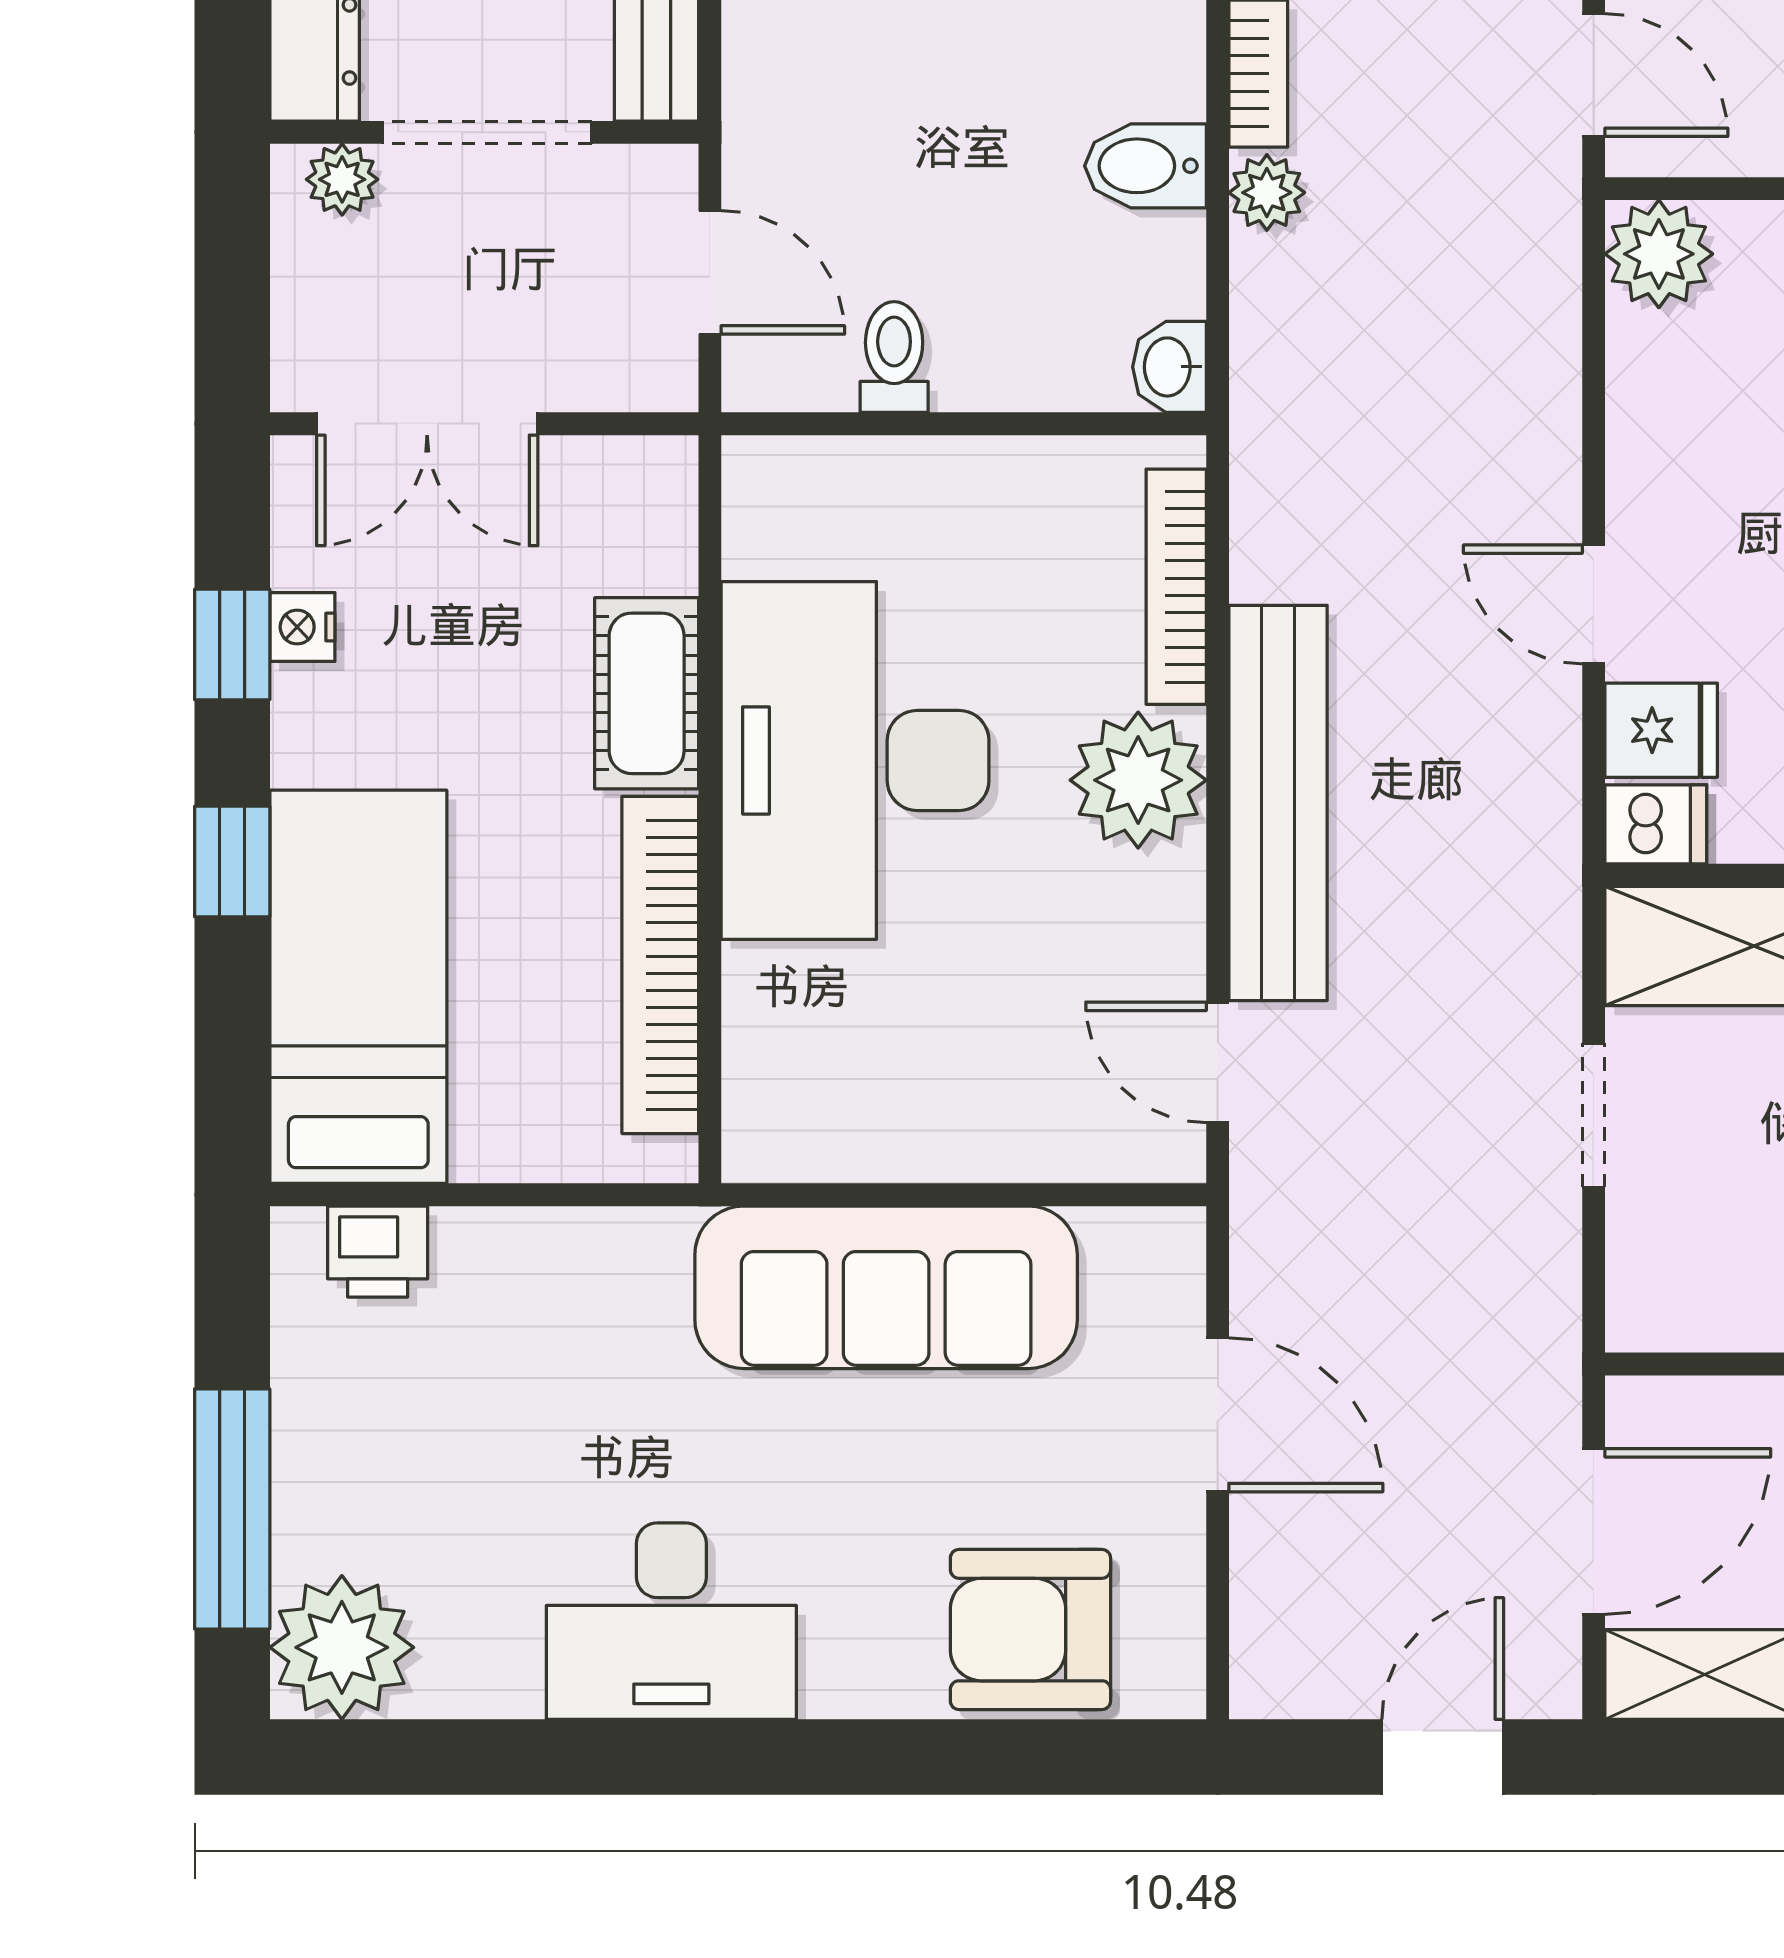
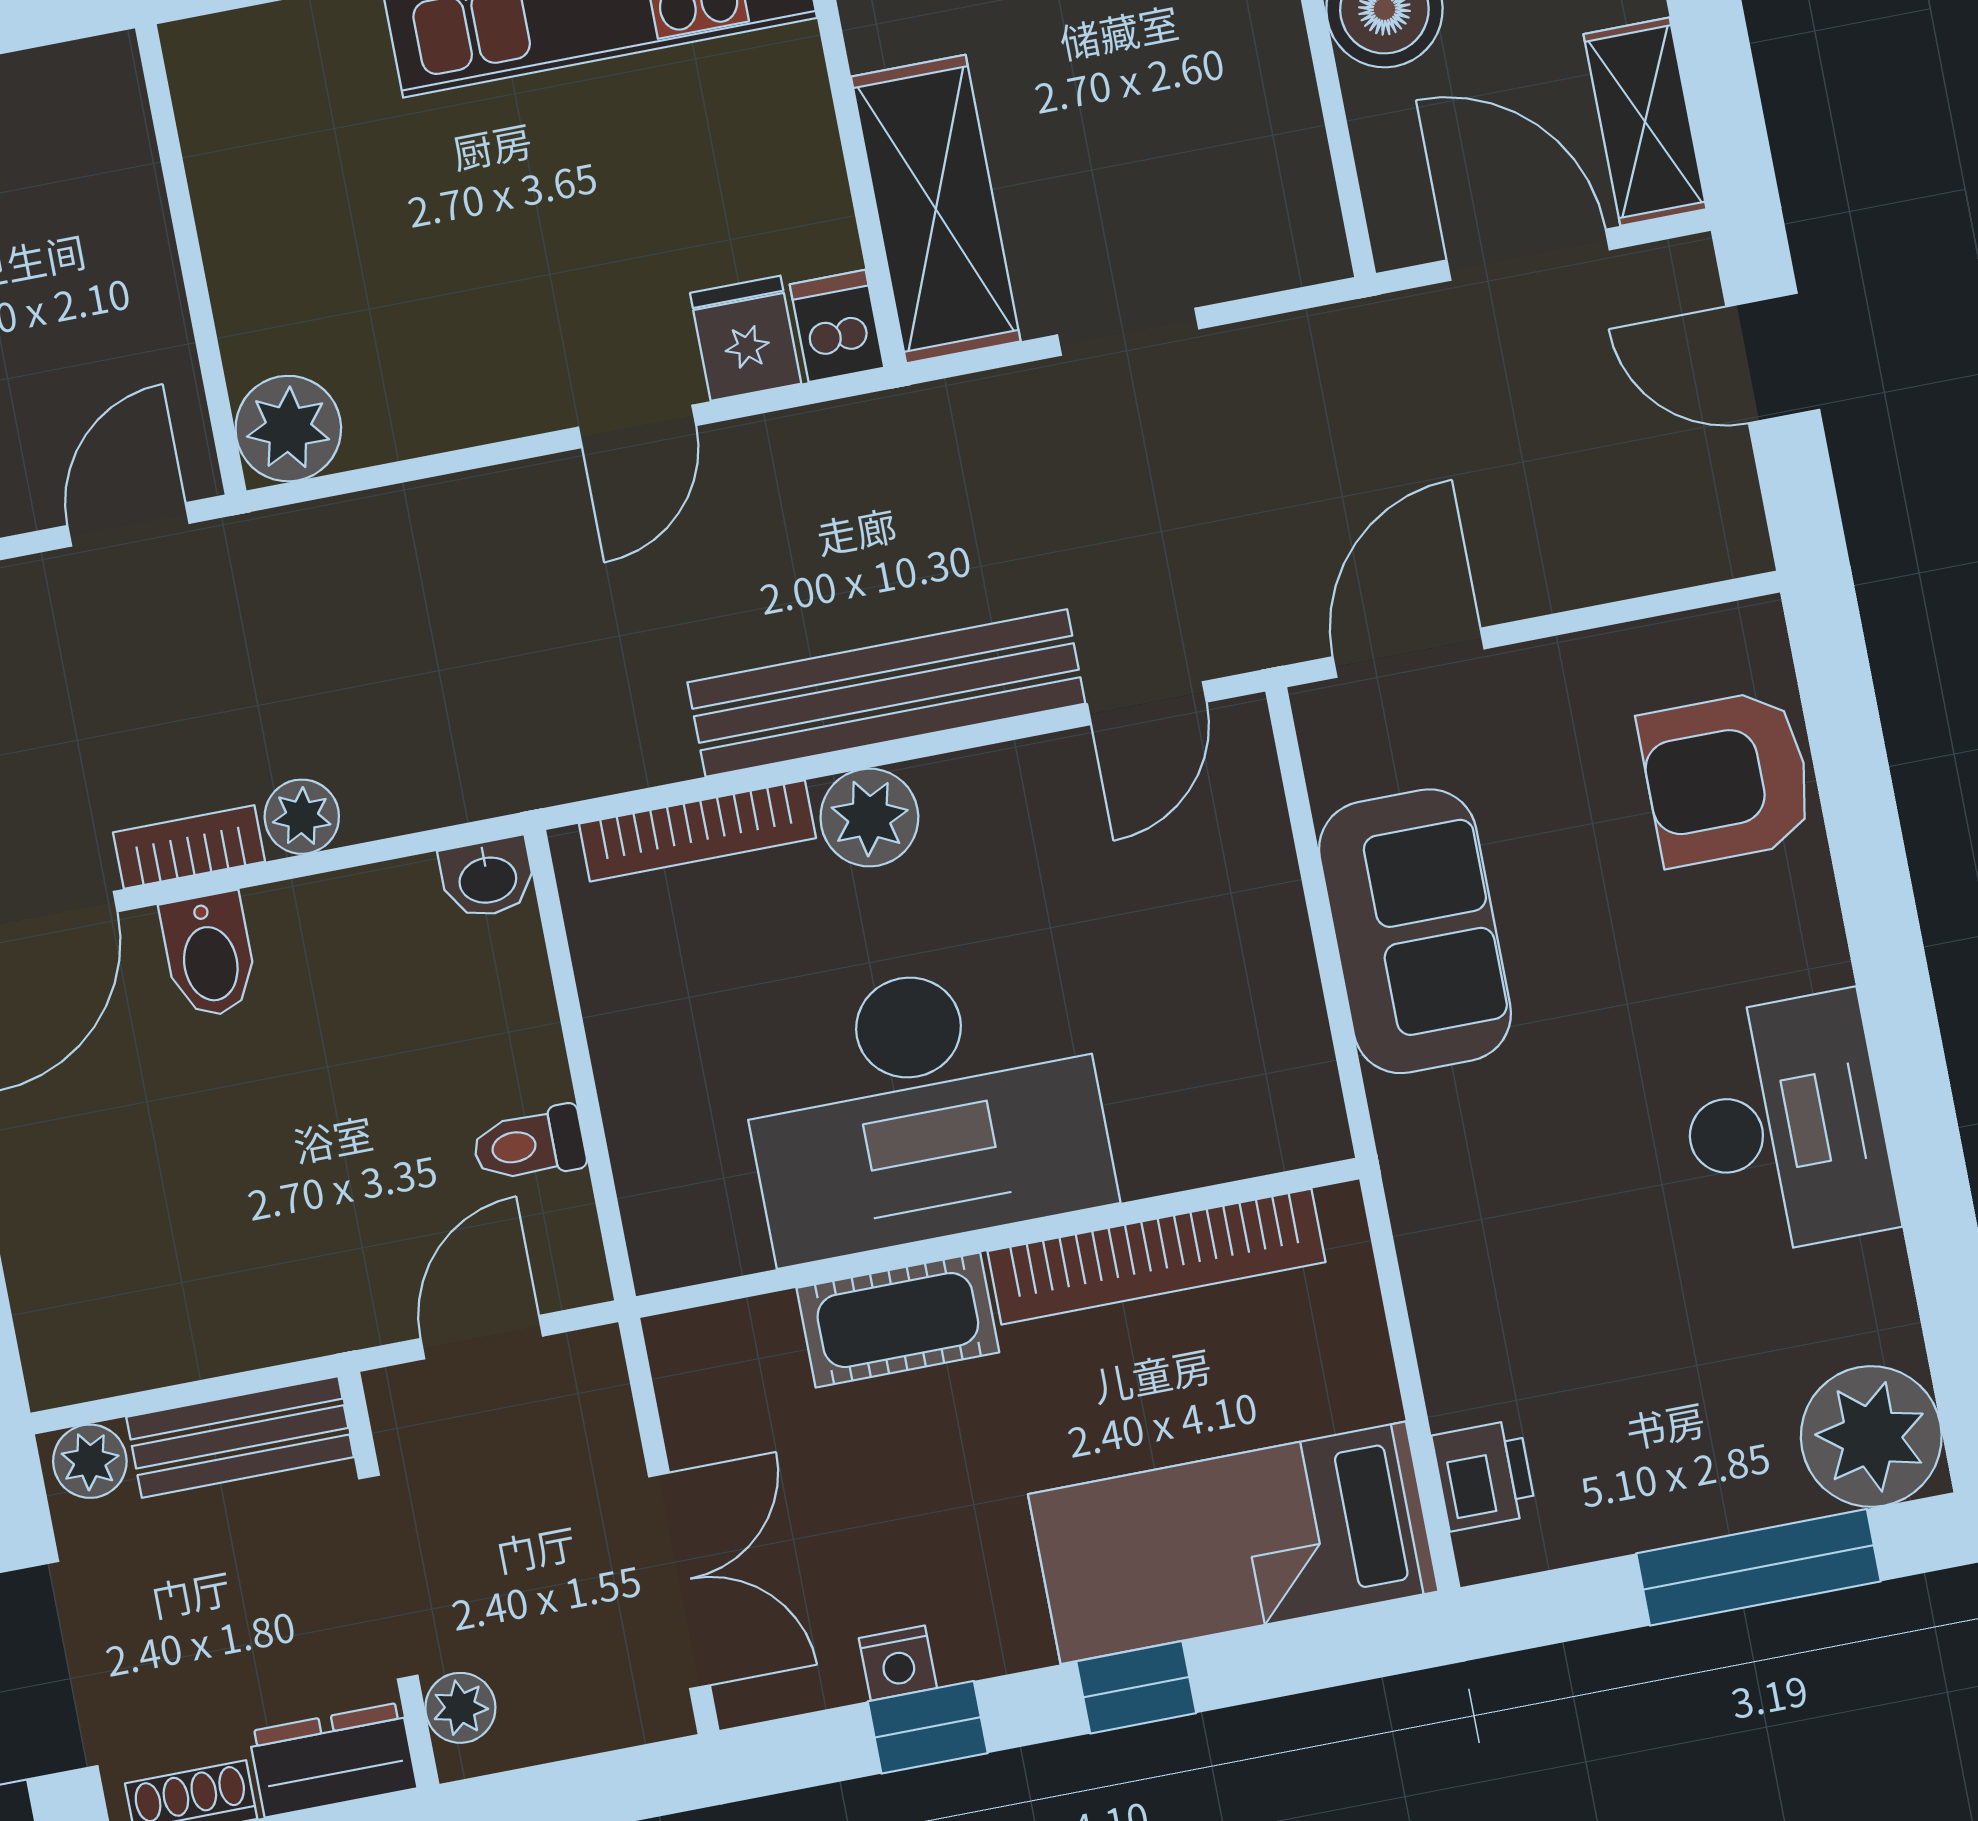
bidet: (1145, 166) -> (209, 955), moved
plant: (1138, 780) -> (869, 818), width x0.73, depth x0.73
sofa: (886, 1287) -> (1415, 931), width x0.73
door: (1218, 1415) -> (1408, 653), moved
armchair: (1030, 1630) -> (1727, 778), turned 90

